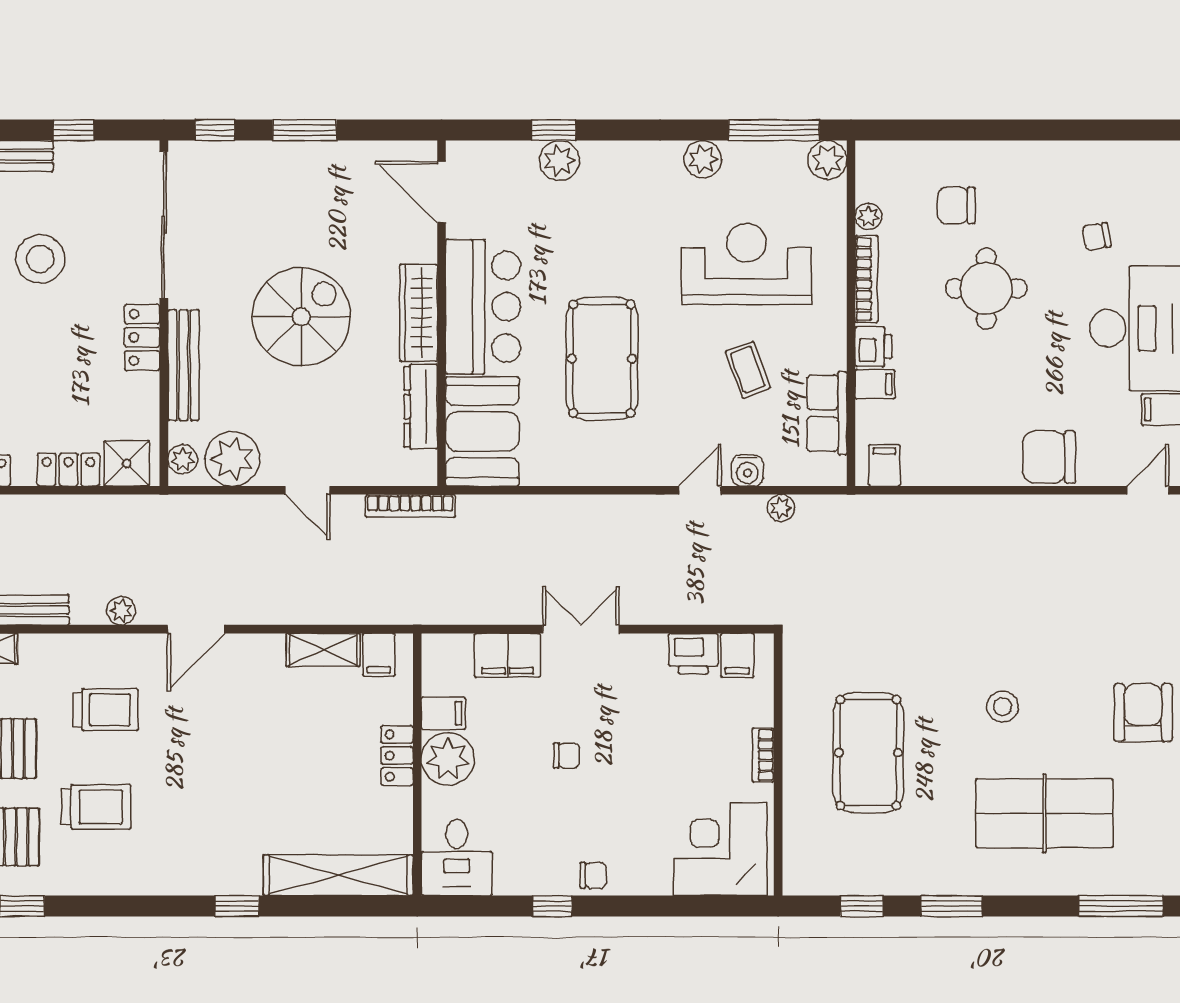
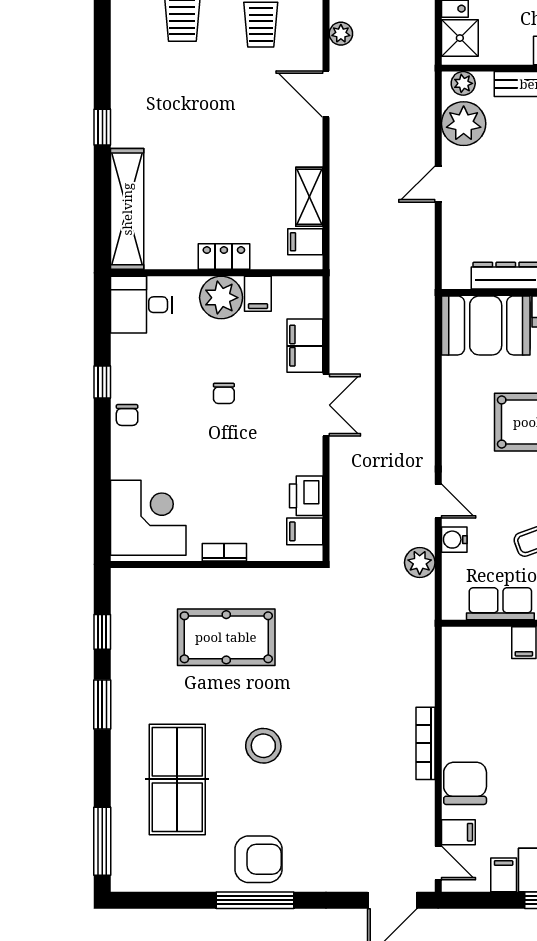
filing cabinet: (884, 465) -> (458, 832), moved
bookcase: (410, 506) -> (426, 743), moved
plant: (781, 508) -> (420, 563), width x1.38, depth x1.38
stool: (1003, 707) -> (263, 746), width x1.38, depth x1.38

